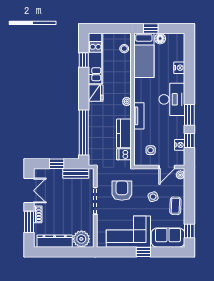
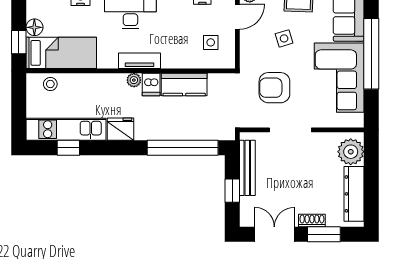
tv unit: (139, 116) -> (140, 61), moved
dishwasher: (124, 154) -> (151, 85), moved
door: (167, 167) -> (237, 17), hinge flipped
bench: (76, 173) -> (247, 168), width x1.36
window: (143, 252) -> (371, 54), width x3.17

